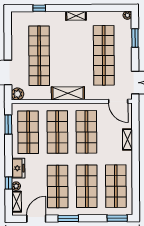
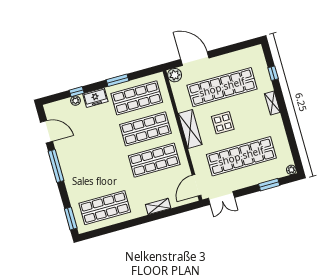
shelving: (76, 16) -> (272, 103), moved
display table: (70, 63) -> (223, 123), added
window: (8, 124) -> (118, 80), moved
shop shelf: (58, 186) -> (87, 145), removed
shop shelf: (87, 186) -> (96, 176), removed
shelving: (17, 202) -> (59, 106), removed
window: (68, 218) -> (56, 166), width x1.44

